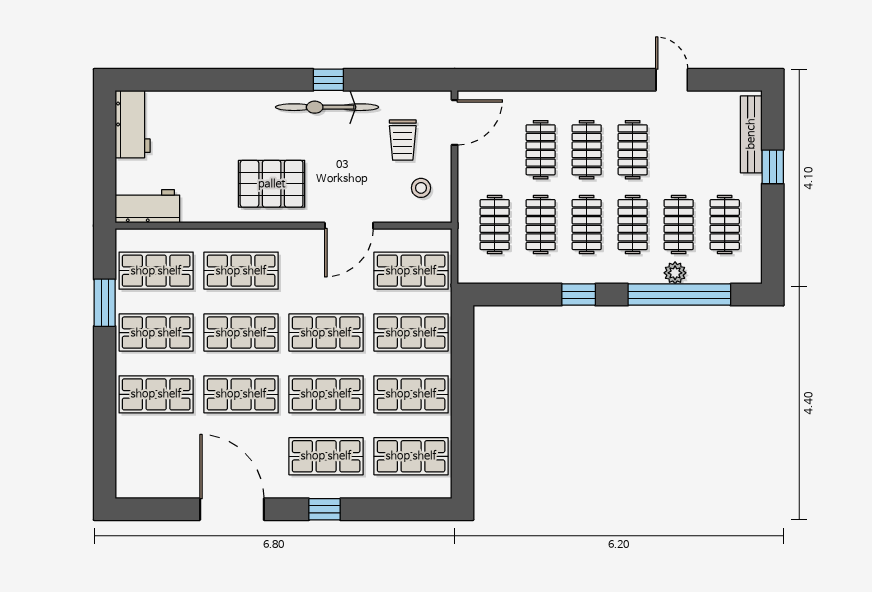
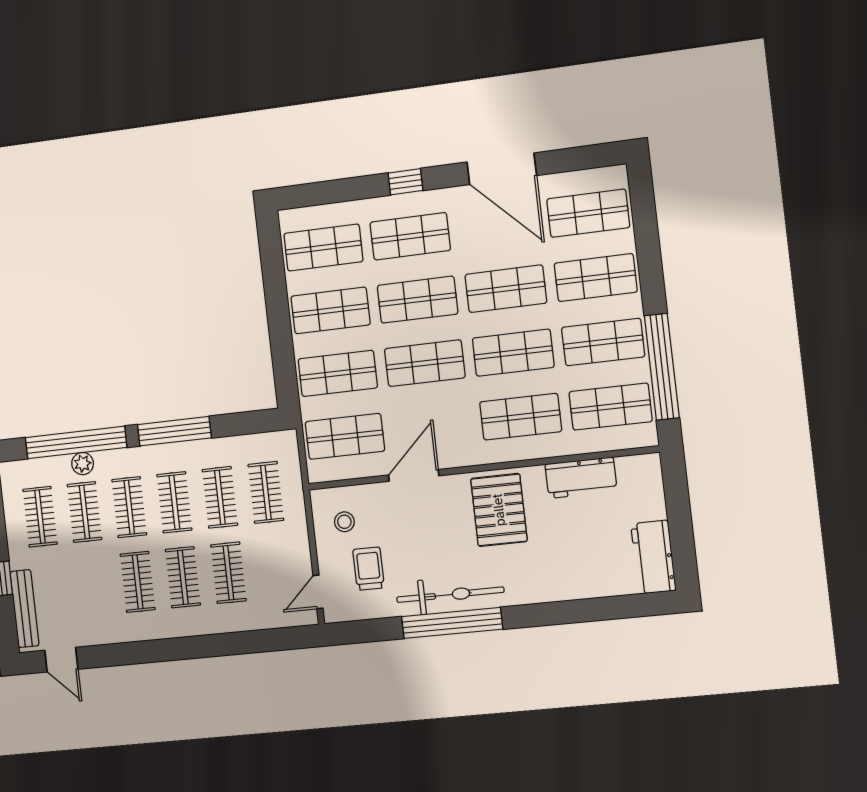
window: (328, 80) -> (452, 623), width x3.17
door: (672, 80) -> (61, 660), moved
door: (455, 122) -> (318, 592), width x0.73
pallet: (272, 184) -> (499, 510), turned 90
workbench: (147, 206) -> (581, 478), moved
window: (579, 295) -> (174, 431), width x2.17
window: (105, 303) -> (662, 367), width x2.11
shop shelf: (156, 456) -> (588, 213), added

